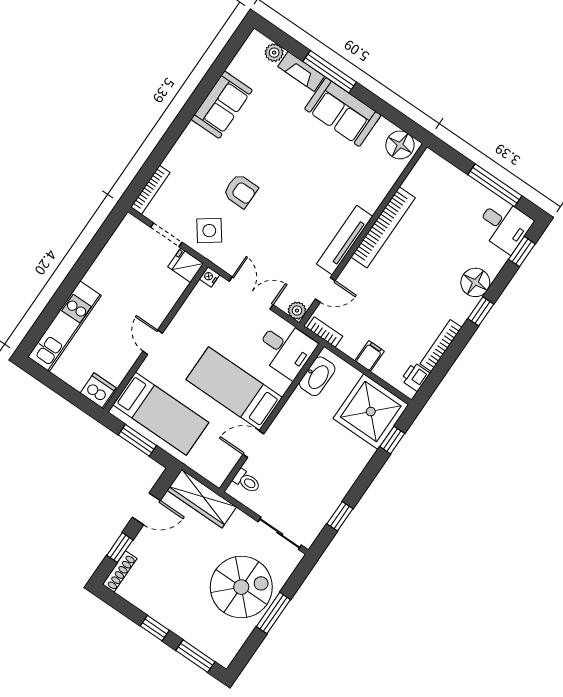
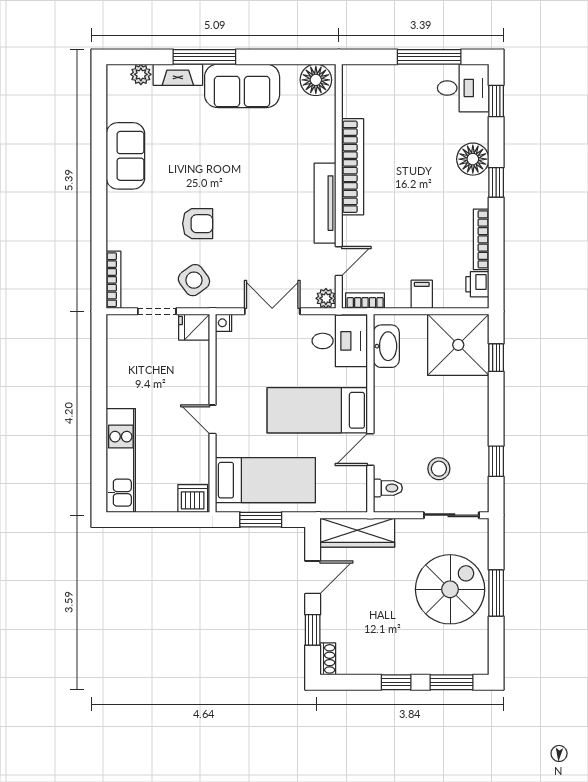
stool: (294, 493) -> (439, 469), added
shoe rack: (120, 571) -> (328, 659), width x0.70

